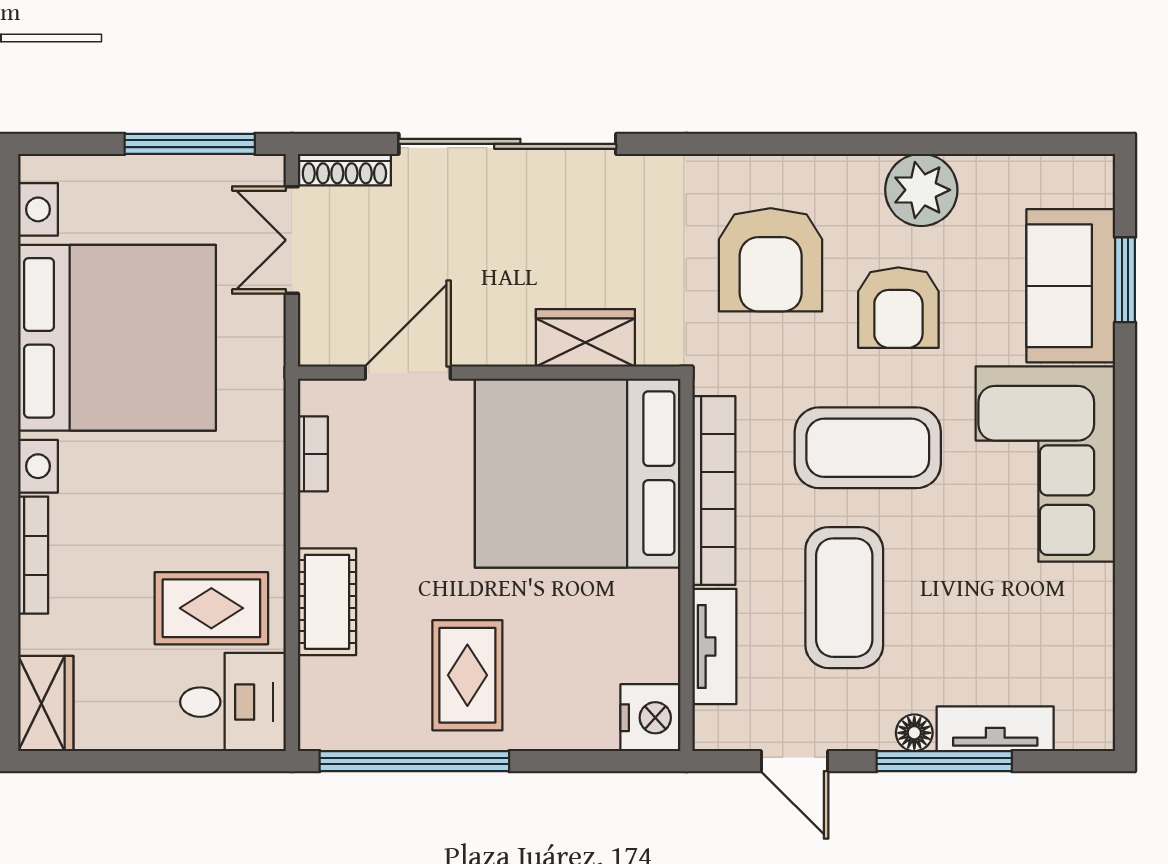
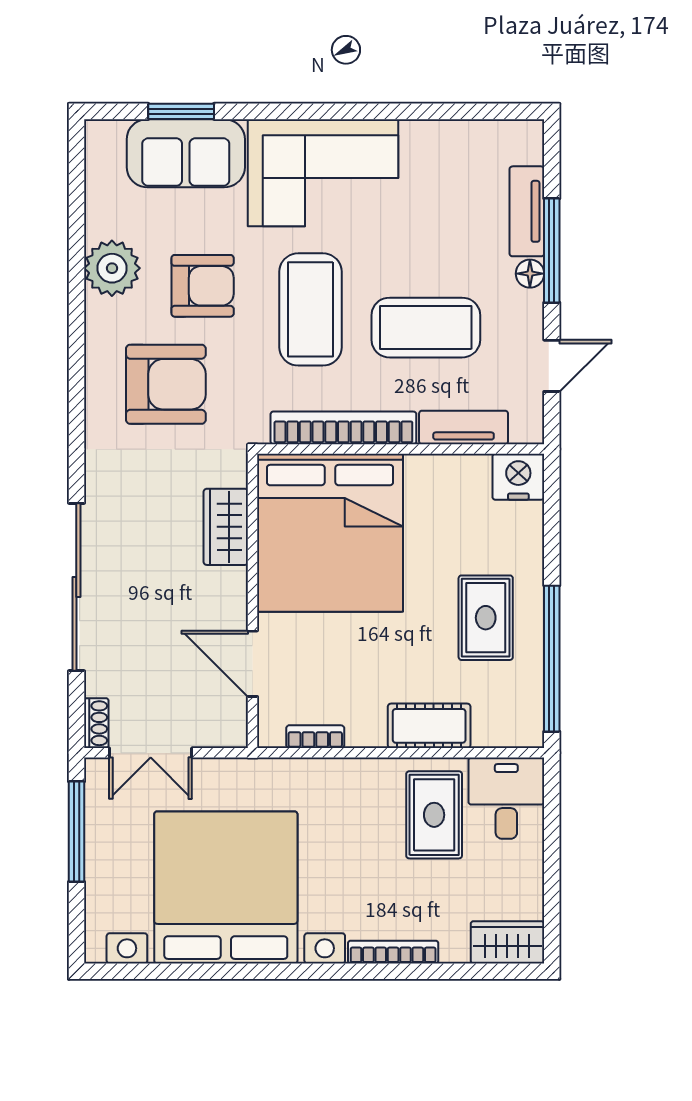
shoe rack: (344, 170) -> (96, 723), width x0.70
rug: (467, 675) -> (486, 618), turned 90

